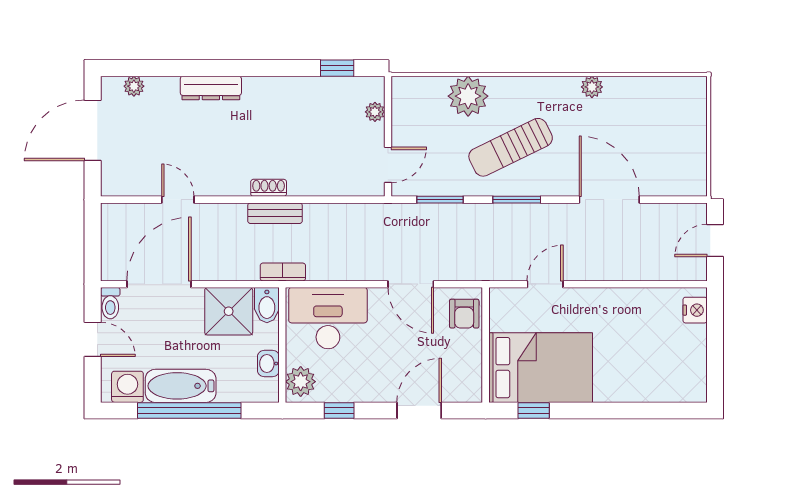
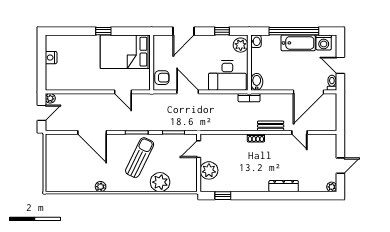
plant: (134, 86) -> (332, 187), moved
plant: (375, 112) -> (209, 170), width x1.88, depth x1.88
door: (93, 130) -> (340, 166), width x0.53
sun lounger: (511, 147) -> (140, 158), turned -38
bench: (275, 213) -> (271, 126), moved
plant: (697, 271) -> (50, 98), added
door: (545, 284) -> (123, 92), hinge flipped
nightstand: (695, 310) -> (51, 58), moved
shower: (229, 311) -> (275, 79), removed
armchair: (464, 314) -> (162, 78), turned 90
washbasin: (268, 364) -> (256, 41), moved
window: (534, 410) -> (103, 31), moved

